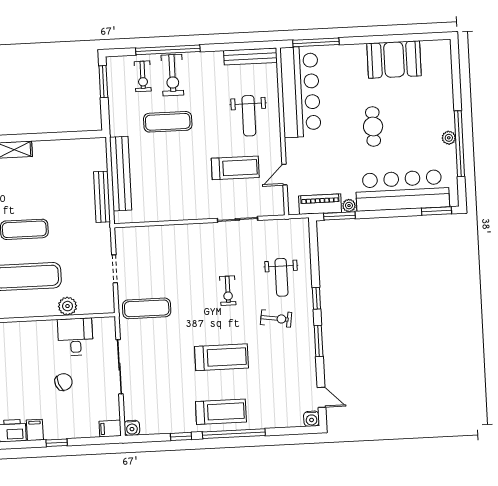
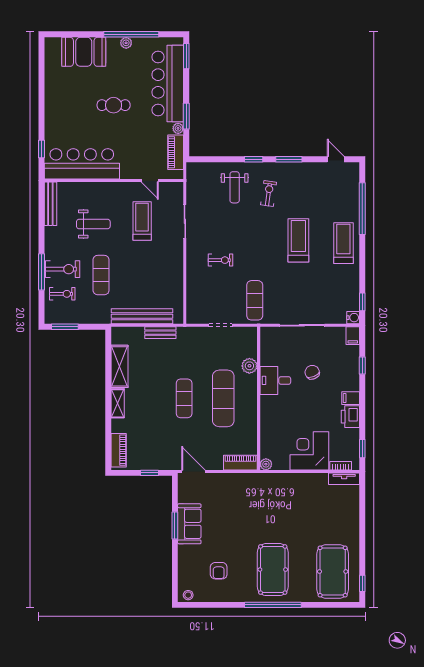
window: (316, 42) -> (41, 149), width x0.46
window: (168, 50) -> (41, 272), width x0.68
booth: (394, 60) -> (84, 52), moved, turned 90
weight bench: (249, 116) -> (93, 224), moved
shelving: (59, 150) -> (119, 366), added
bench: (102, 197) -> (160, 333), width x0.73
window: (339, 216) -> (186, 116), moved
weight bench: (281, 277) -> (235, 187), turned 90
exercise bike: (228, 291) -> (221, 260), moved
desk: (75, 337) -> (275, 380), moved
door: (321, 397) -> (336, 159), hinge flipped
water cooler: (311, 419) -> (353, 168), removed
window: (234, 434) -> (362, 209), moved
window: (181, 436) -> (362, 302), moved
window: (57, 443) -> (362, 366), moved

